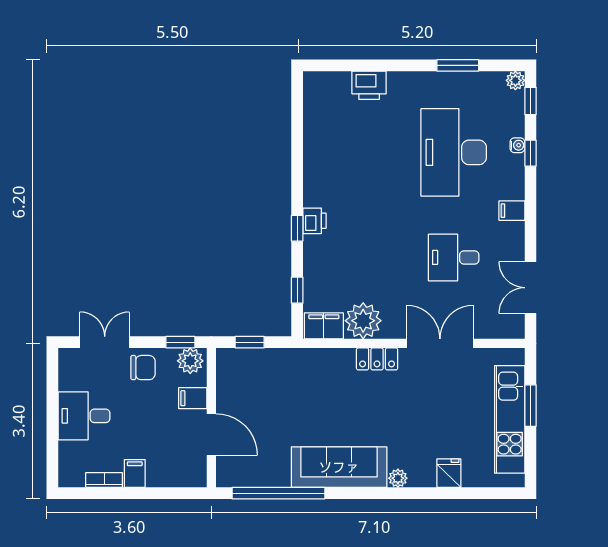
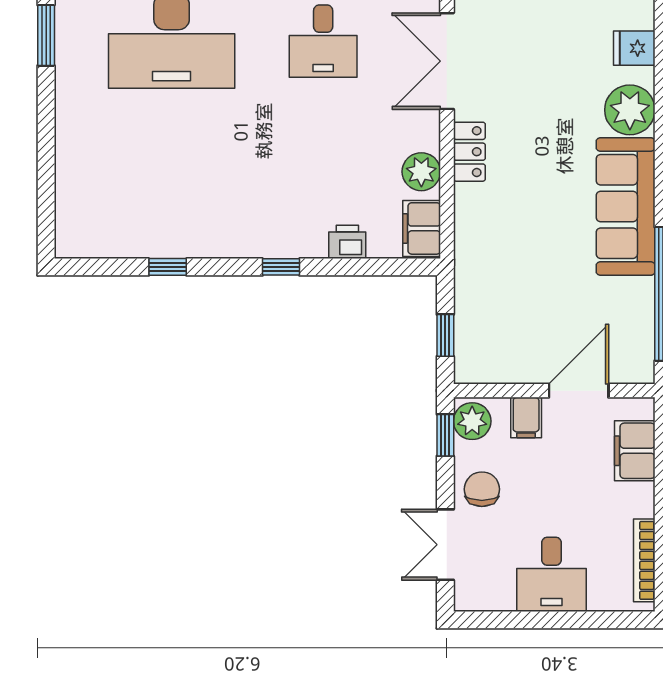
printer: (369, 85) -> (75, 163), removed
printer: (314, 221) -> (347, 242), moved
window: (297, 290) -> (168, 267), moved
plant: (363, 321) -> (421, 172), width x0.73, depth x0.73
filing cabinet: (135, 474) -> (635, 451), moved, width x2.00
plant: (398, 478) -> (630, 110), width x1.87, depth x1.87
bookcase: (104, 480) -> (644, 560), width x1.56

